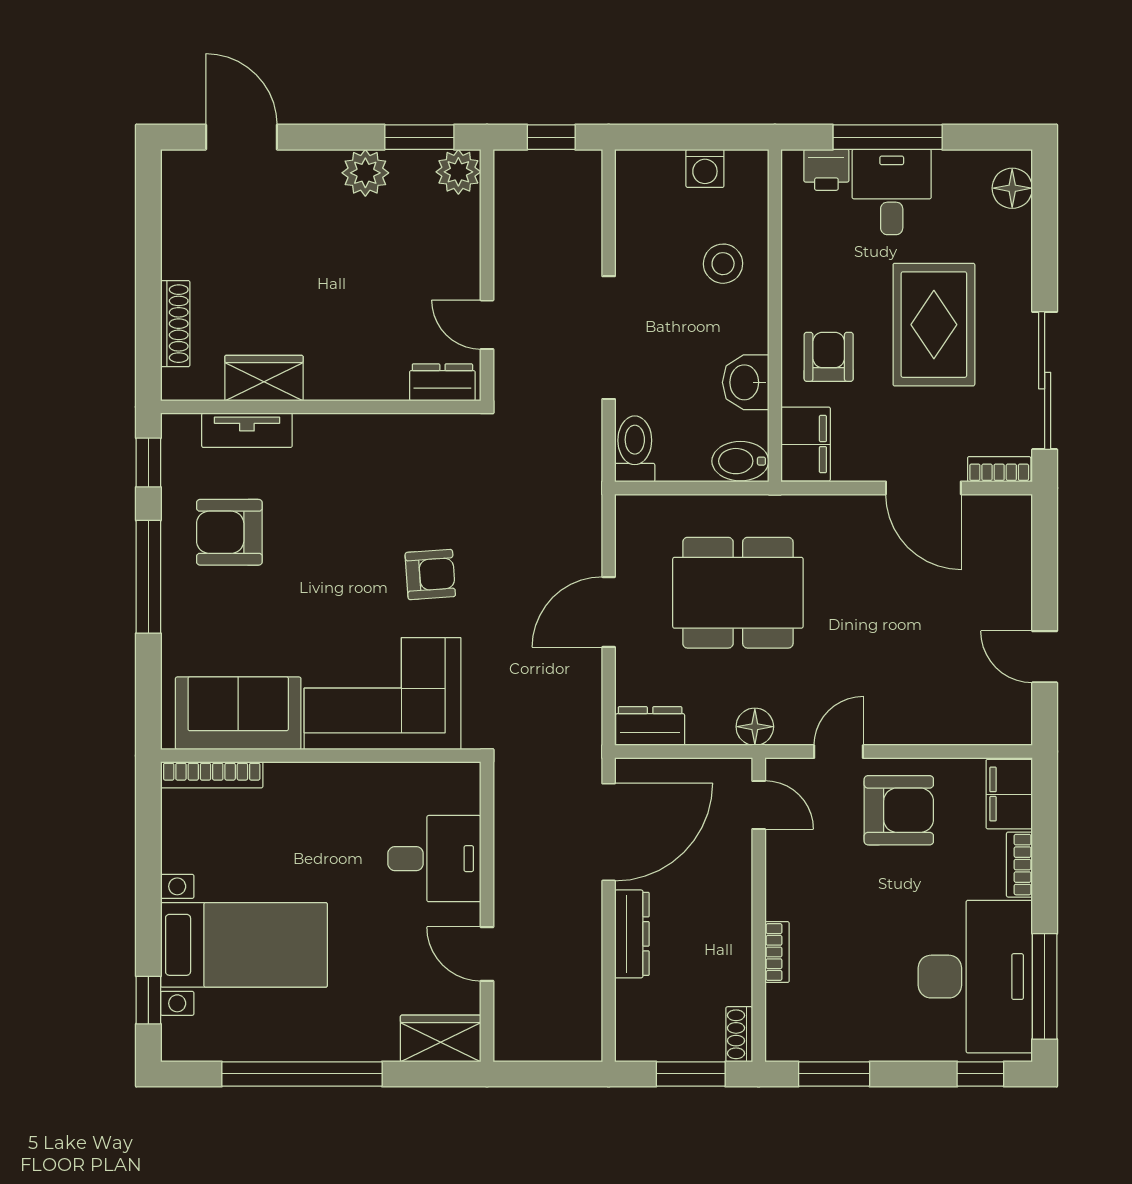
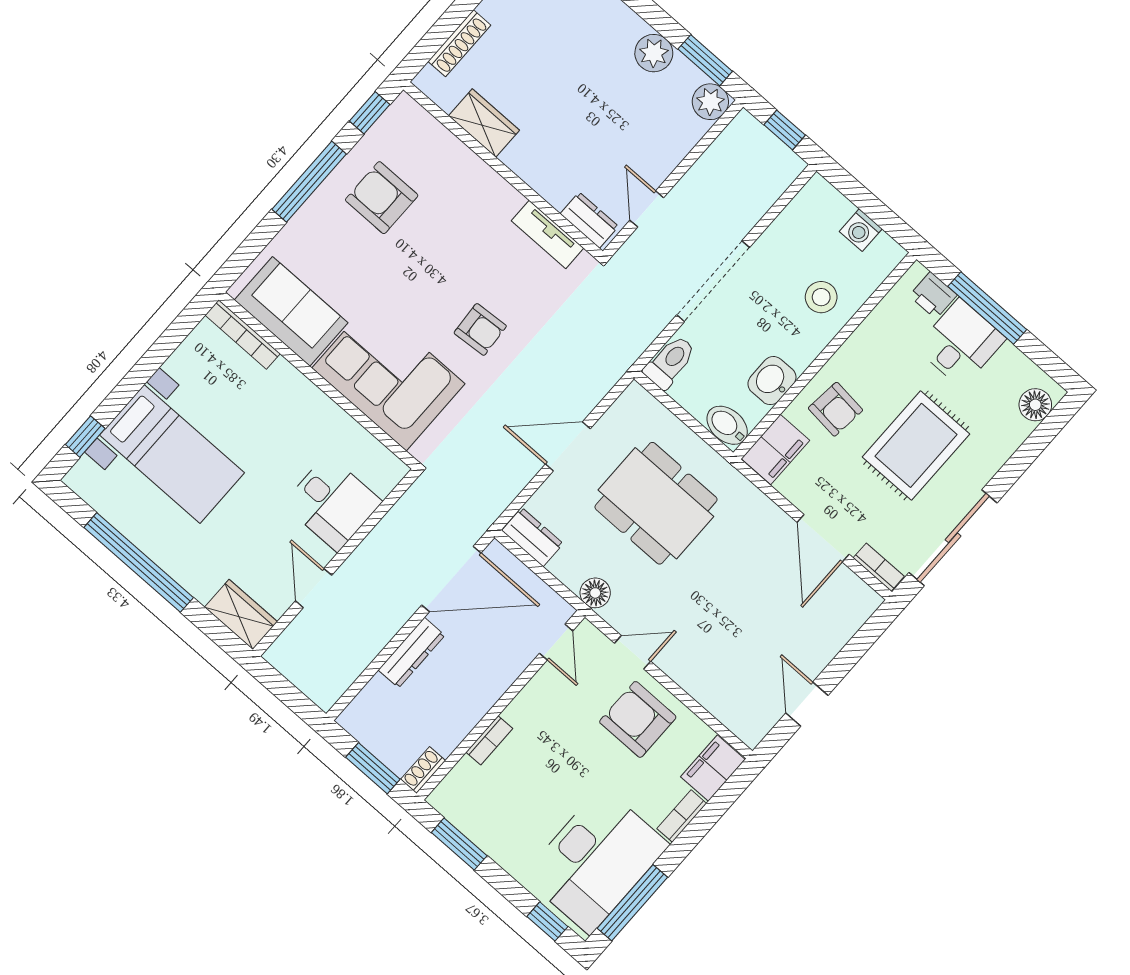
armchair: (829, 357) -> (835, 409), turned 96
tv unit: (247, 430) -> (547, 234), moved
armchair: (899, 810) -> (638, 719), turned 180

